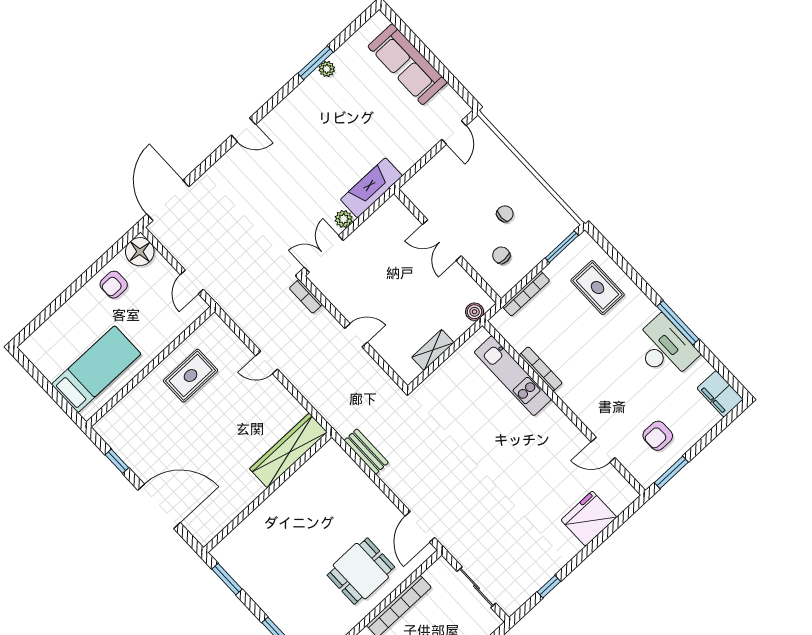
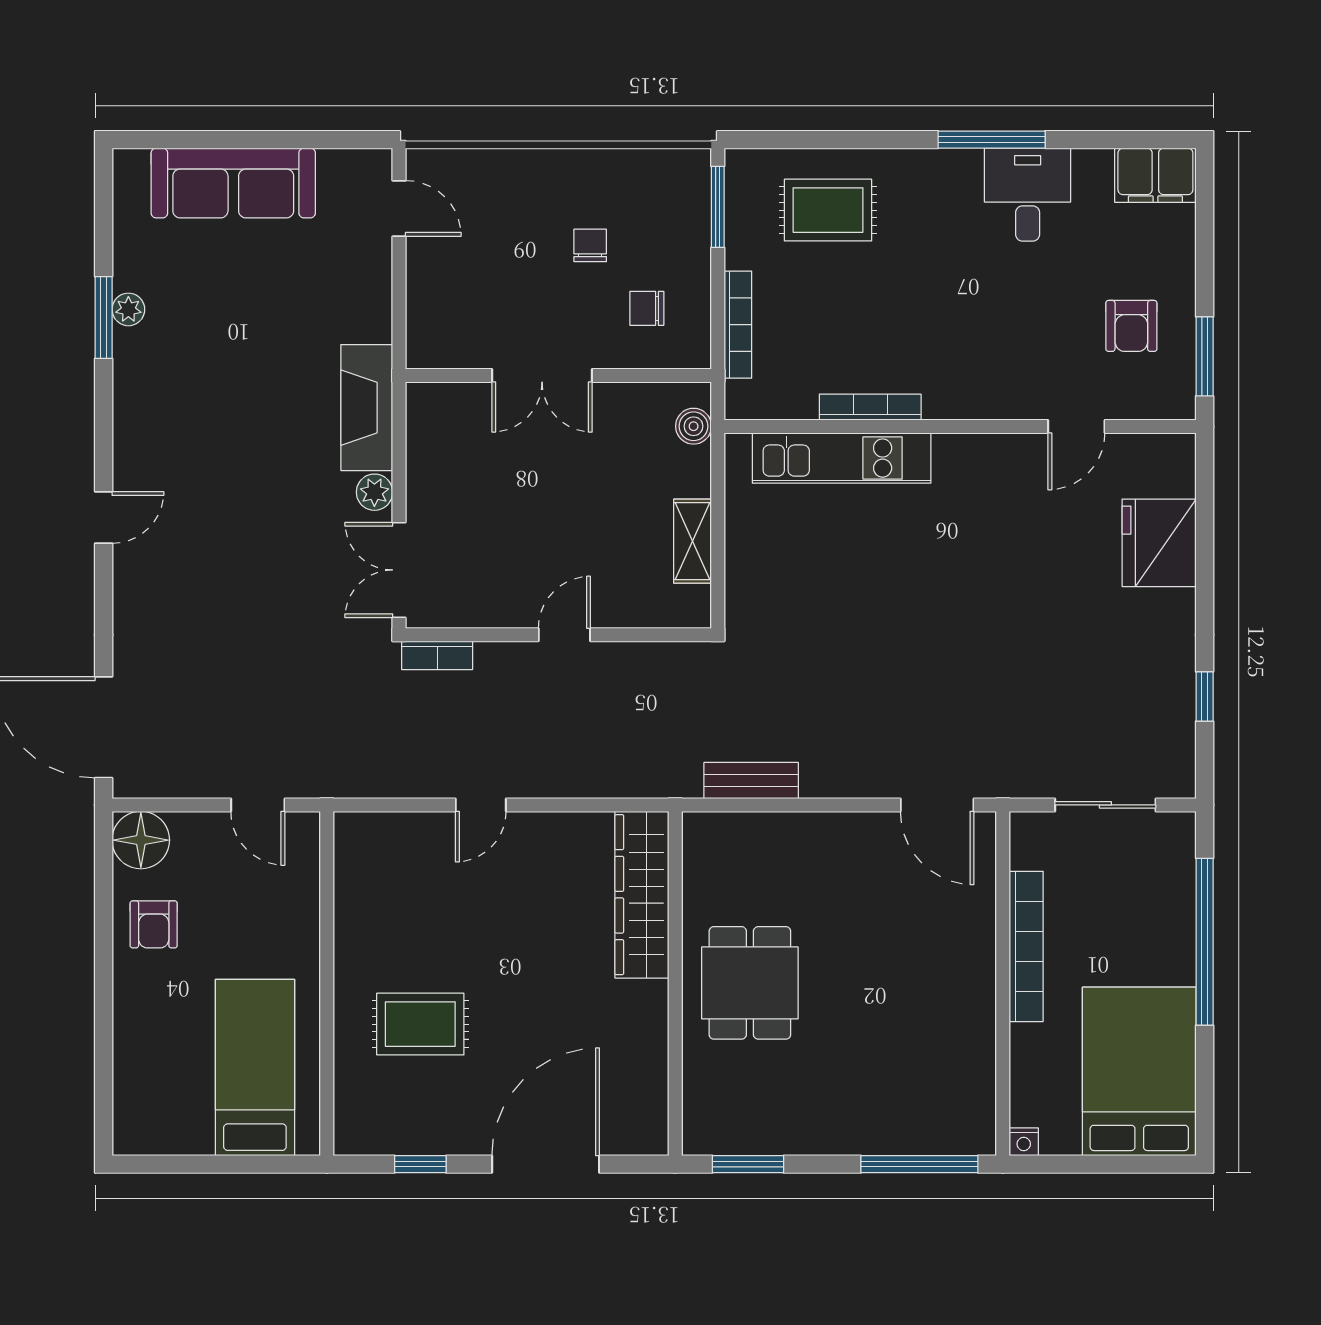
desk: (665, 348) -> (1028, 195), width x0.73
rug: (191, 376) -> (420, 1024), moved, turned 90
dining table: (361, 571) -> (750, 983), moved

